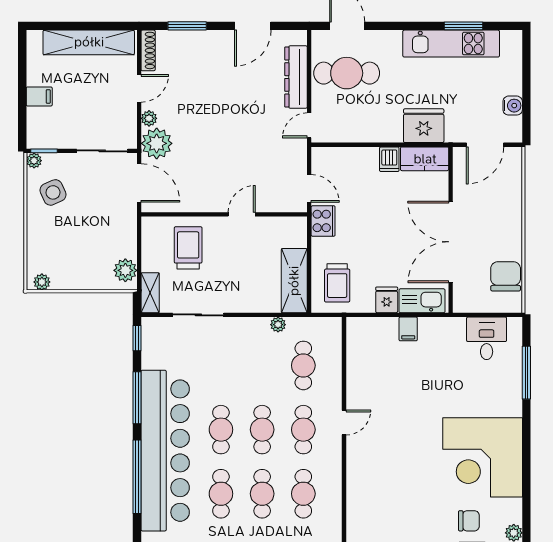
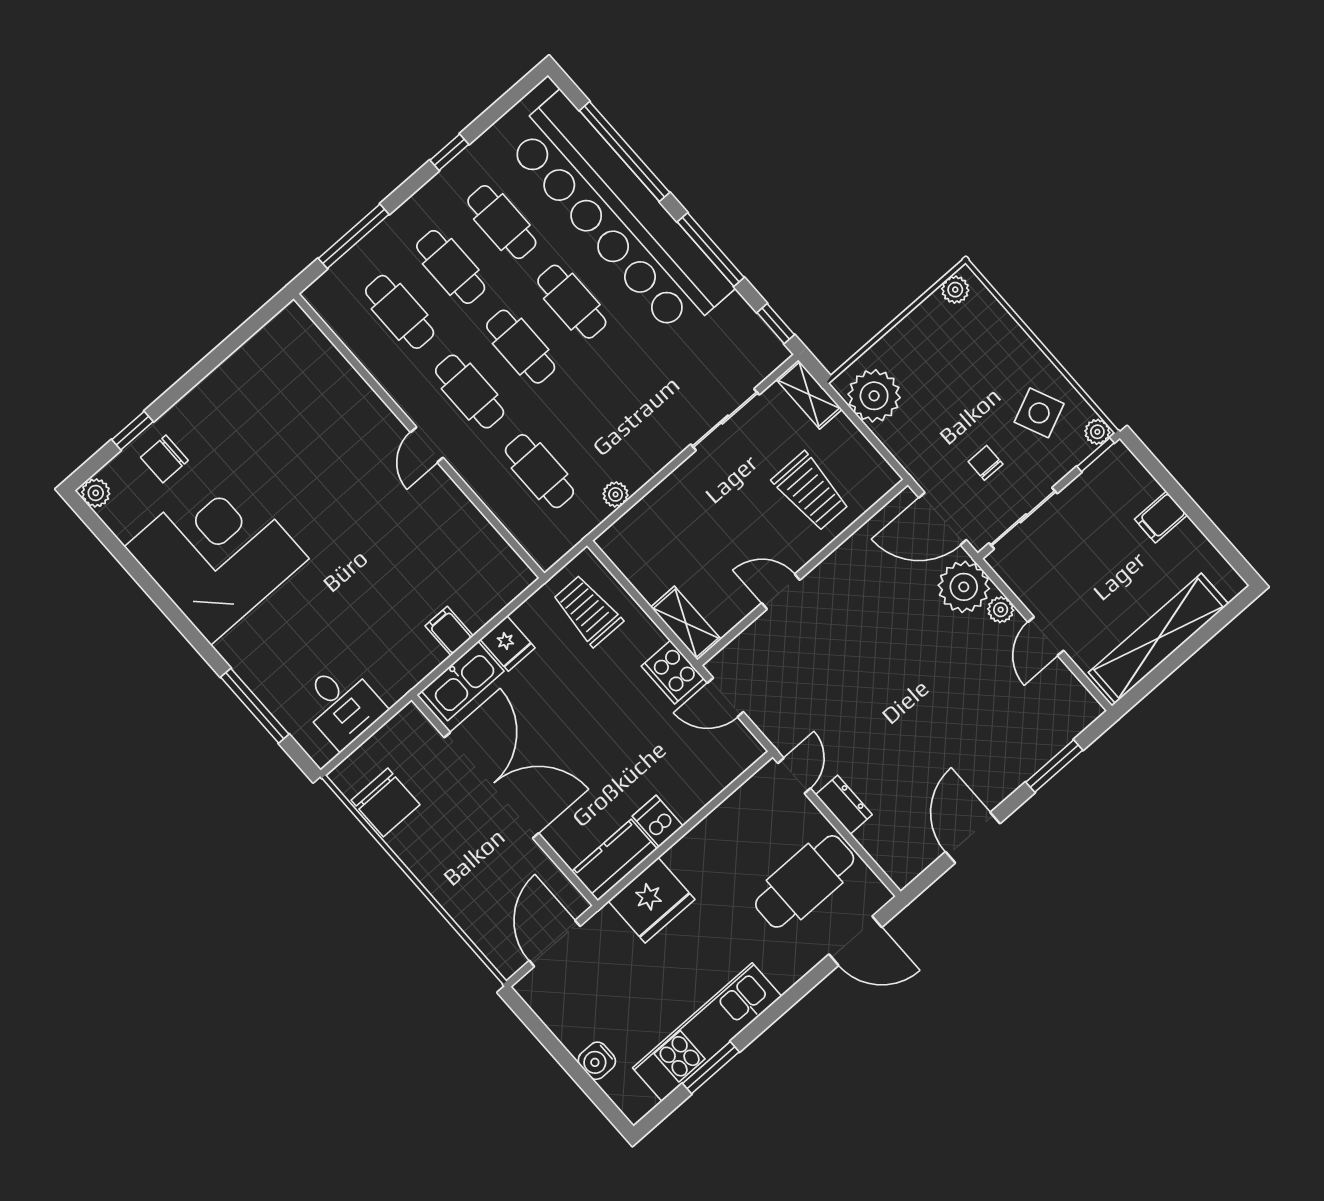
shoe rack: (148, 50) -> (1076, 693), removed
dresser: (296, 77) -> (844, 805), width x0.51, depth x0.80
water cooler: (513, 106) -> (597, 1061), moved
chair: (97, 191) -> (986, 463), added
door: (242, 214) -> (781, 592), swing flipped
plant: (125, 270) -> (874, 396), width x1.36, depth x1.36
shelving: (294, 281) -> (686, 623), moved, width x0.67, depth x0.75

